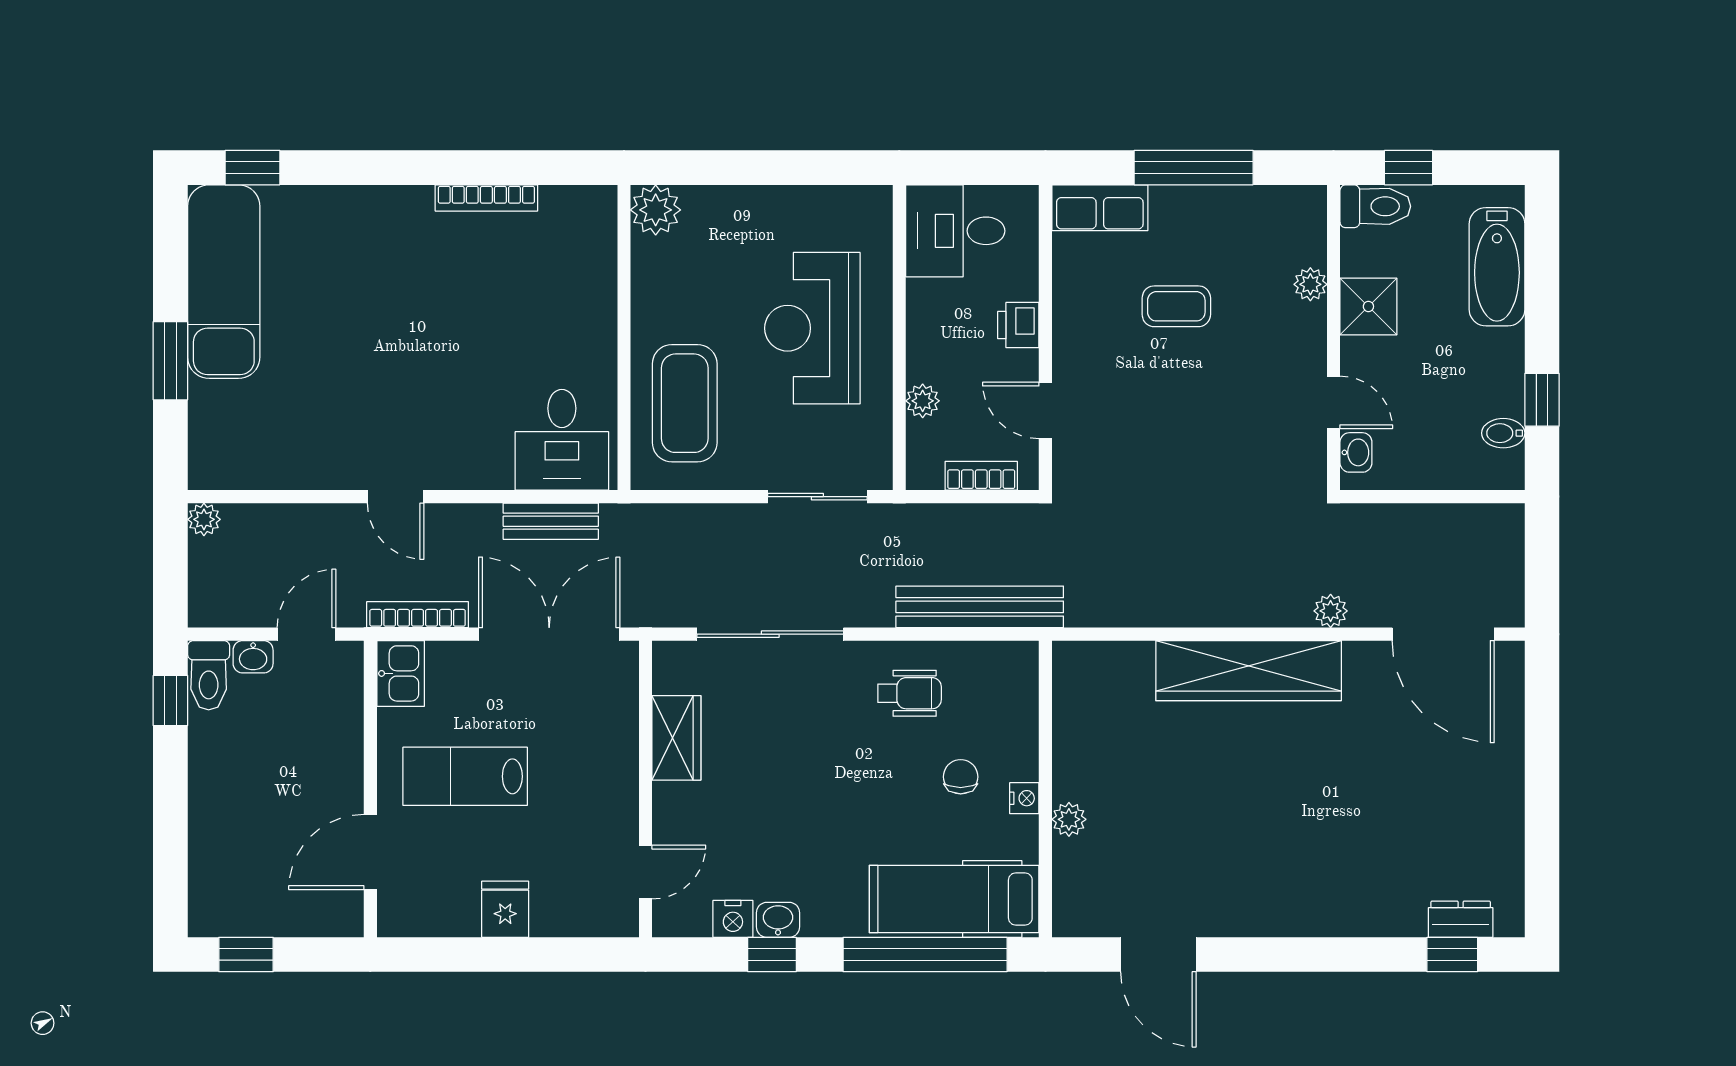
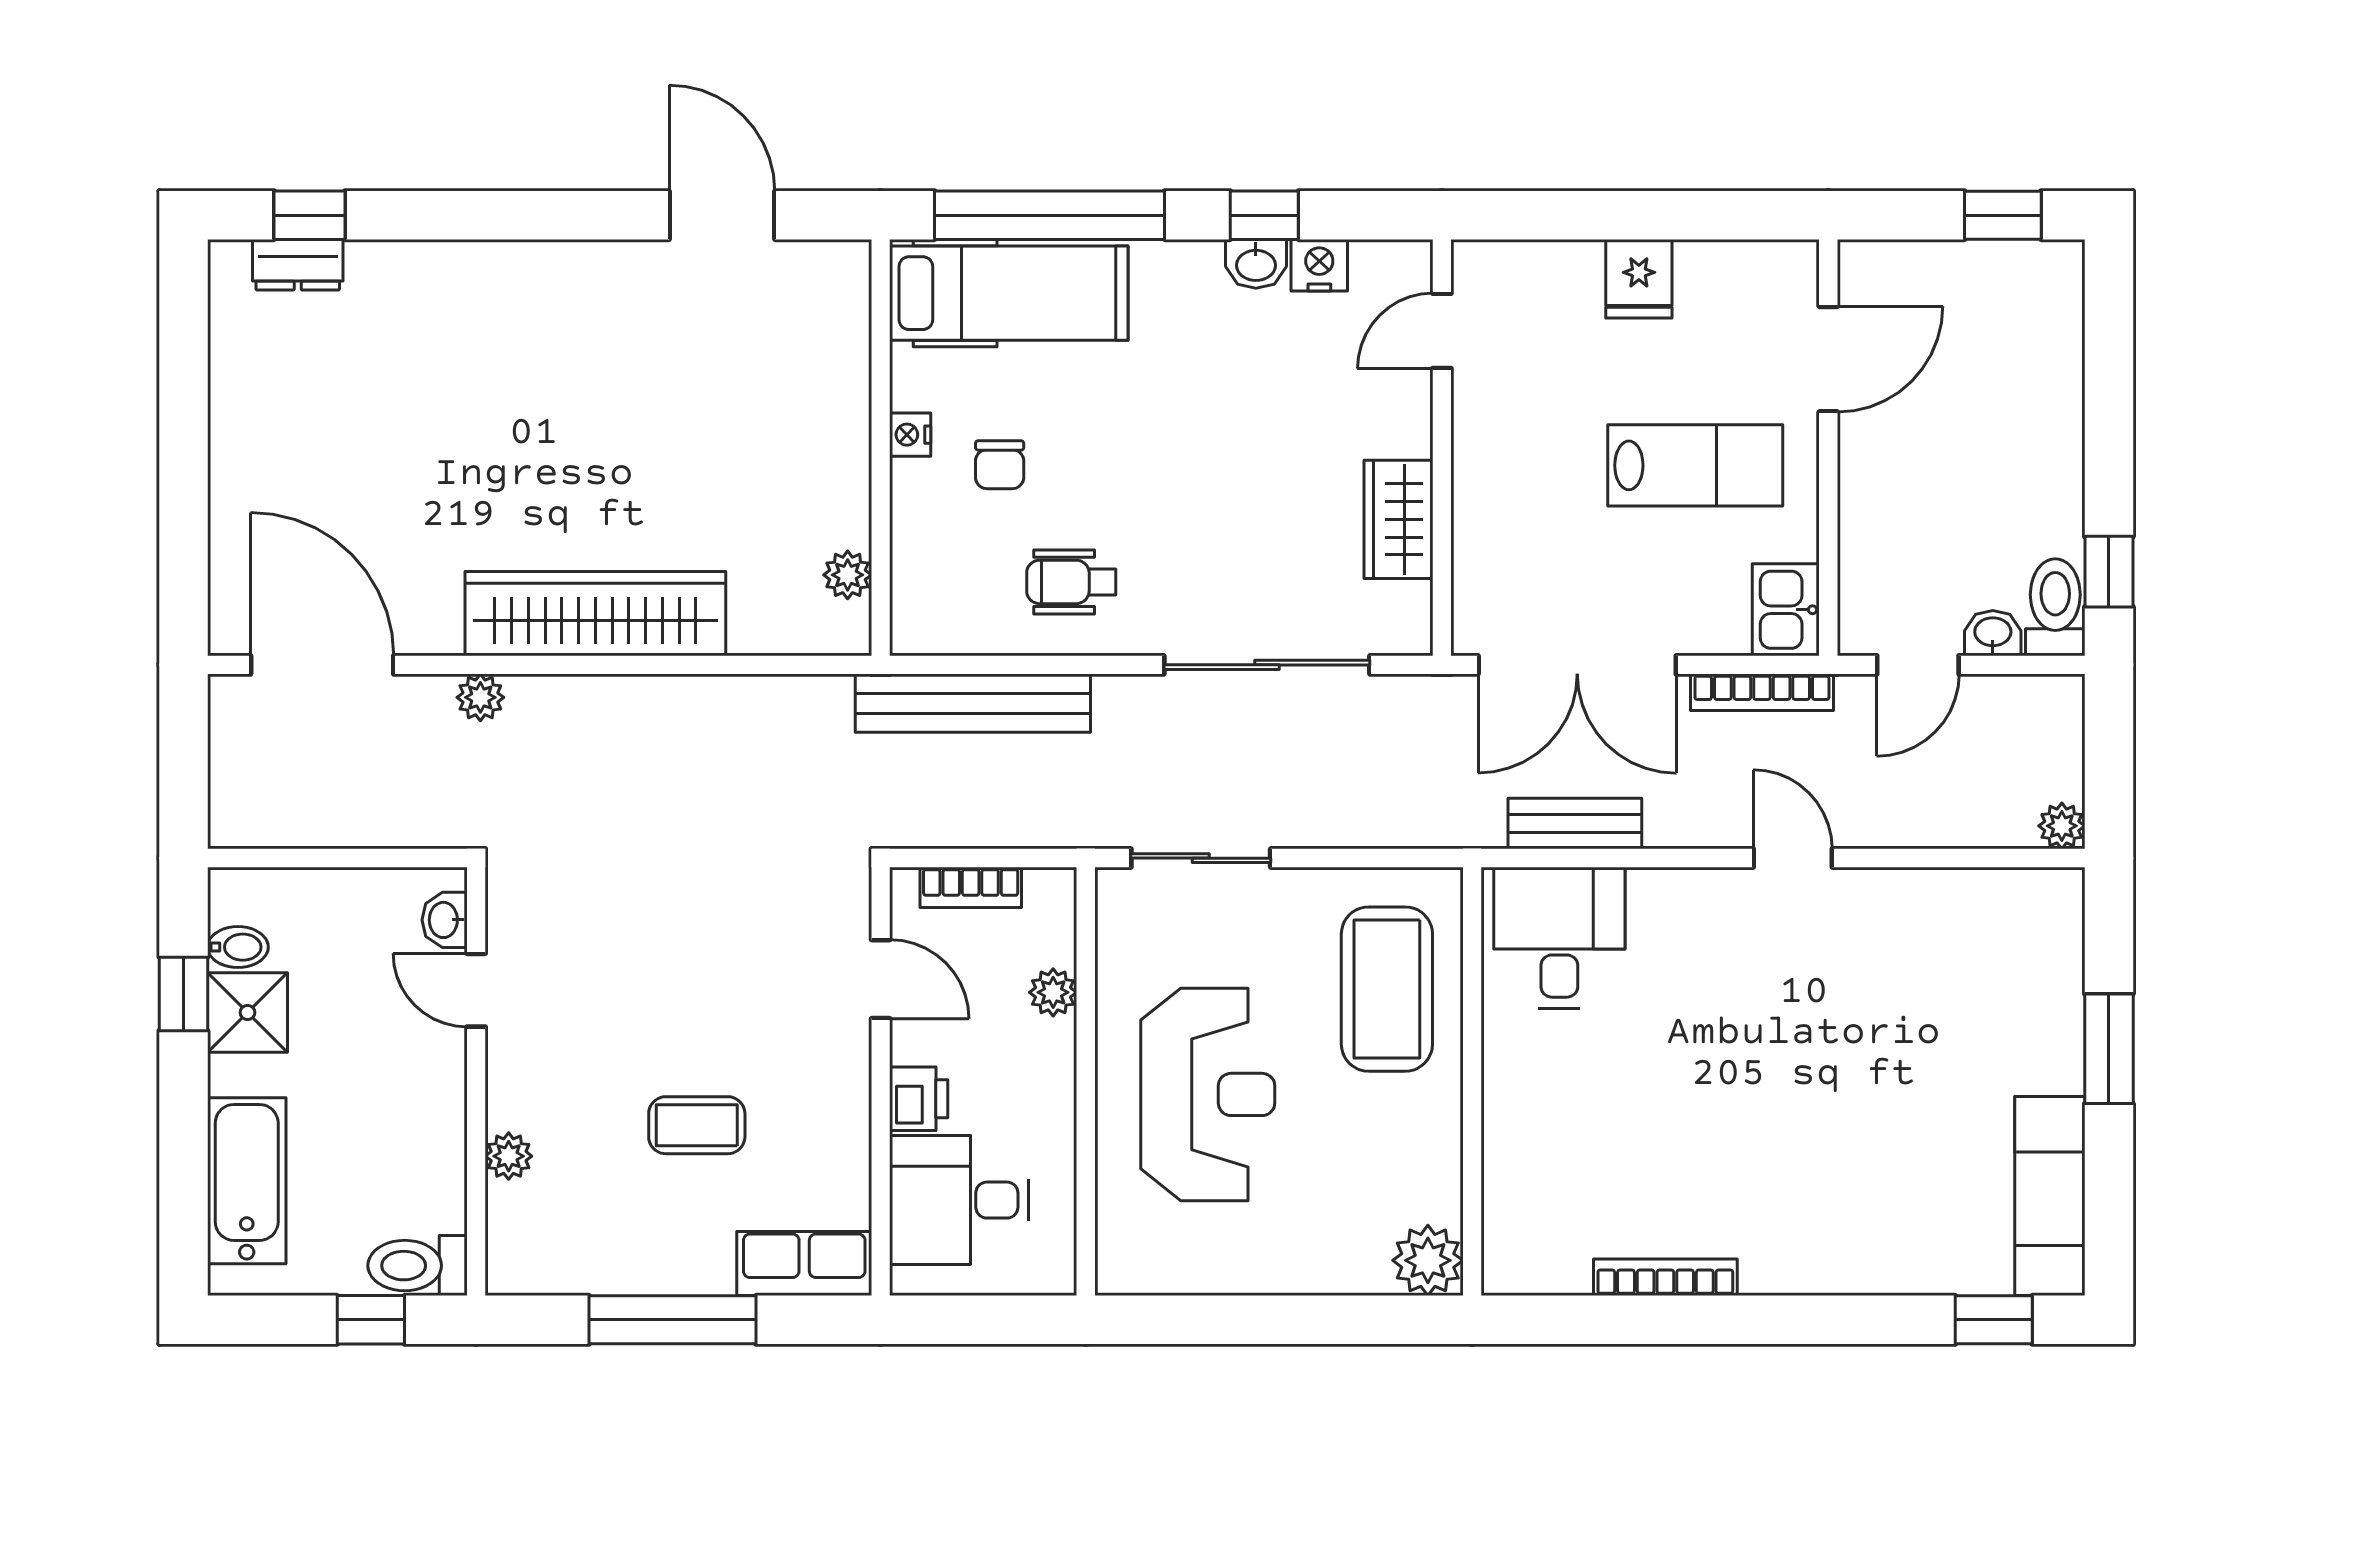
desk: (955, 231) -> (959, 1200), moved, turned 180
exam couch: (224, 282) -> (2050, 1196), width x0.73, depth x0.69
shower: (1368, 306) -> (248, 1012), moved
plant: (1069, 819) -> (848, 575), moved

